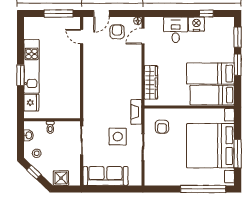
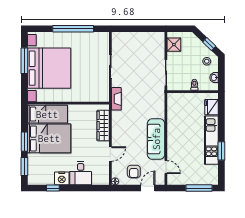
window: (59, 14) -> (199, 188), moved
door: (143, 36) -> (110, 154), moved
bed: (210, 74) -> (49, 138), width x1.50
window: (21, 75) -> (221, 151), moved
armchair: (162, 127) -> (93, 85), removed
side table: (118, 137) -> (133, 76), removed
sofa: (105, 176) -> (156, 139), moved, turned 90
shower: (61, 178) -> (174, 45), moved
window: (203, 189) -> (73, 29), moved

